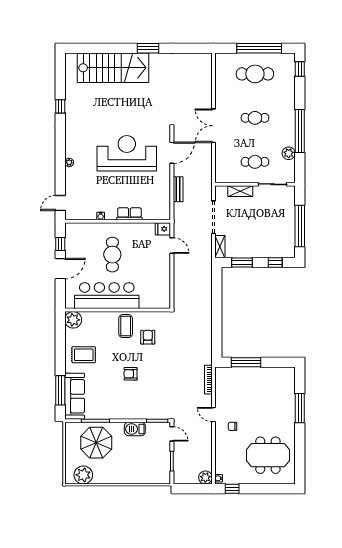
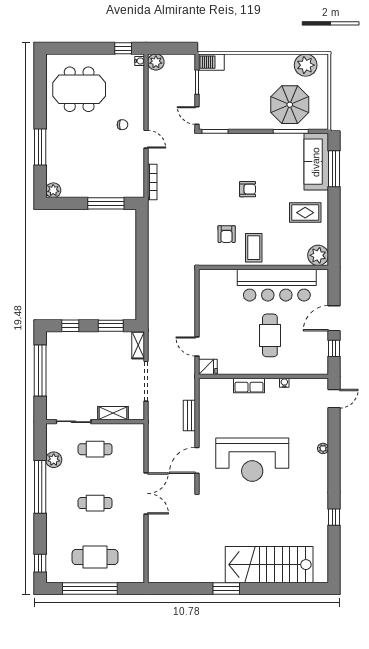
plant: (289, 373) -> (53, 190), added
barbecue: (135, 429) -> (211, 62), moved, turned 180

